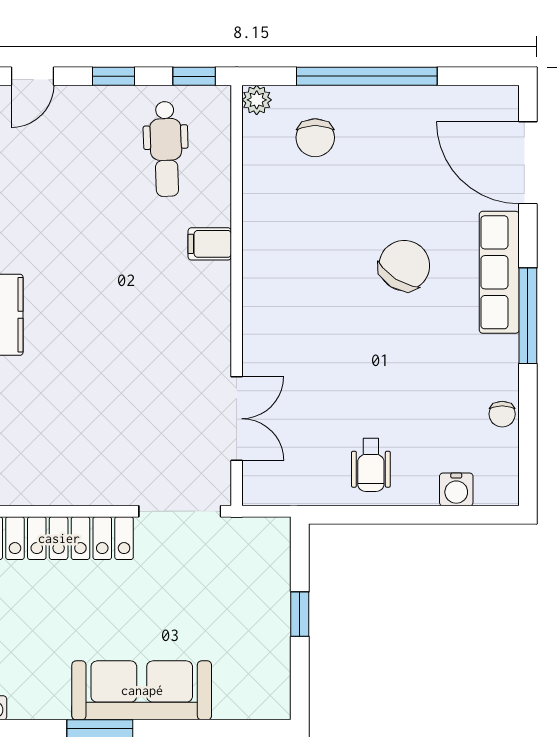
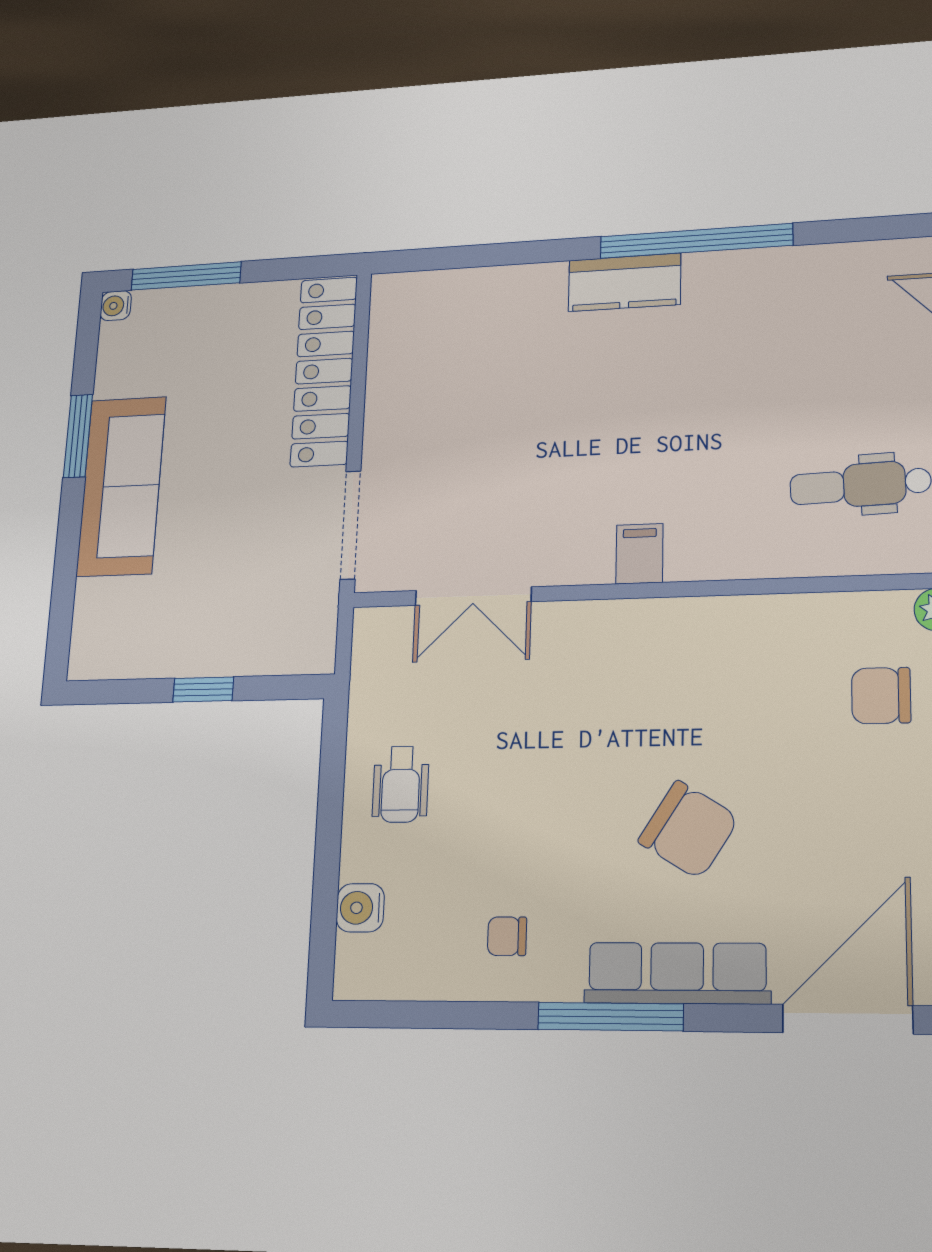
filing cabinet: (210, 244) -> (639, 554), moved
chair: (502, 414) -> (507, 936), moved
wheelchair: (371, 465) -> (401, 784), turned -90

